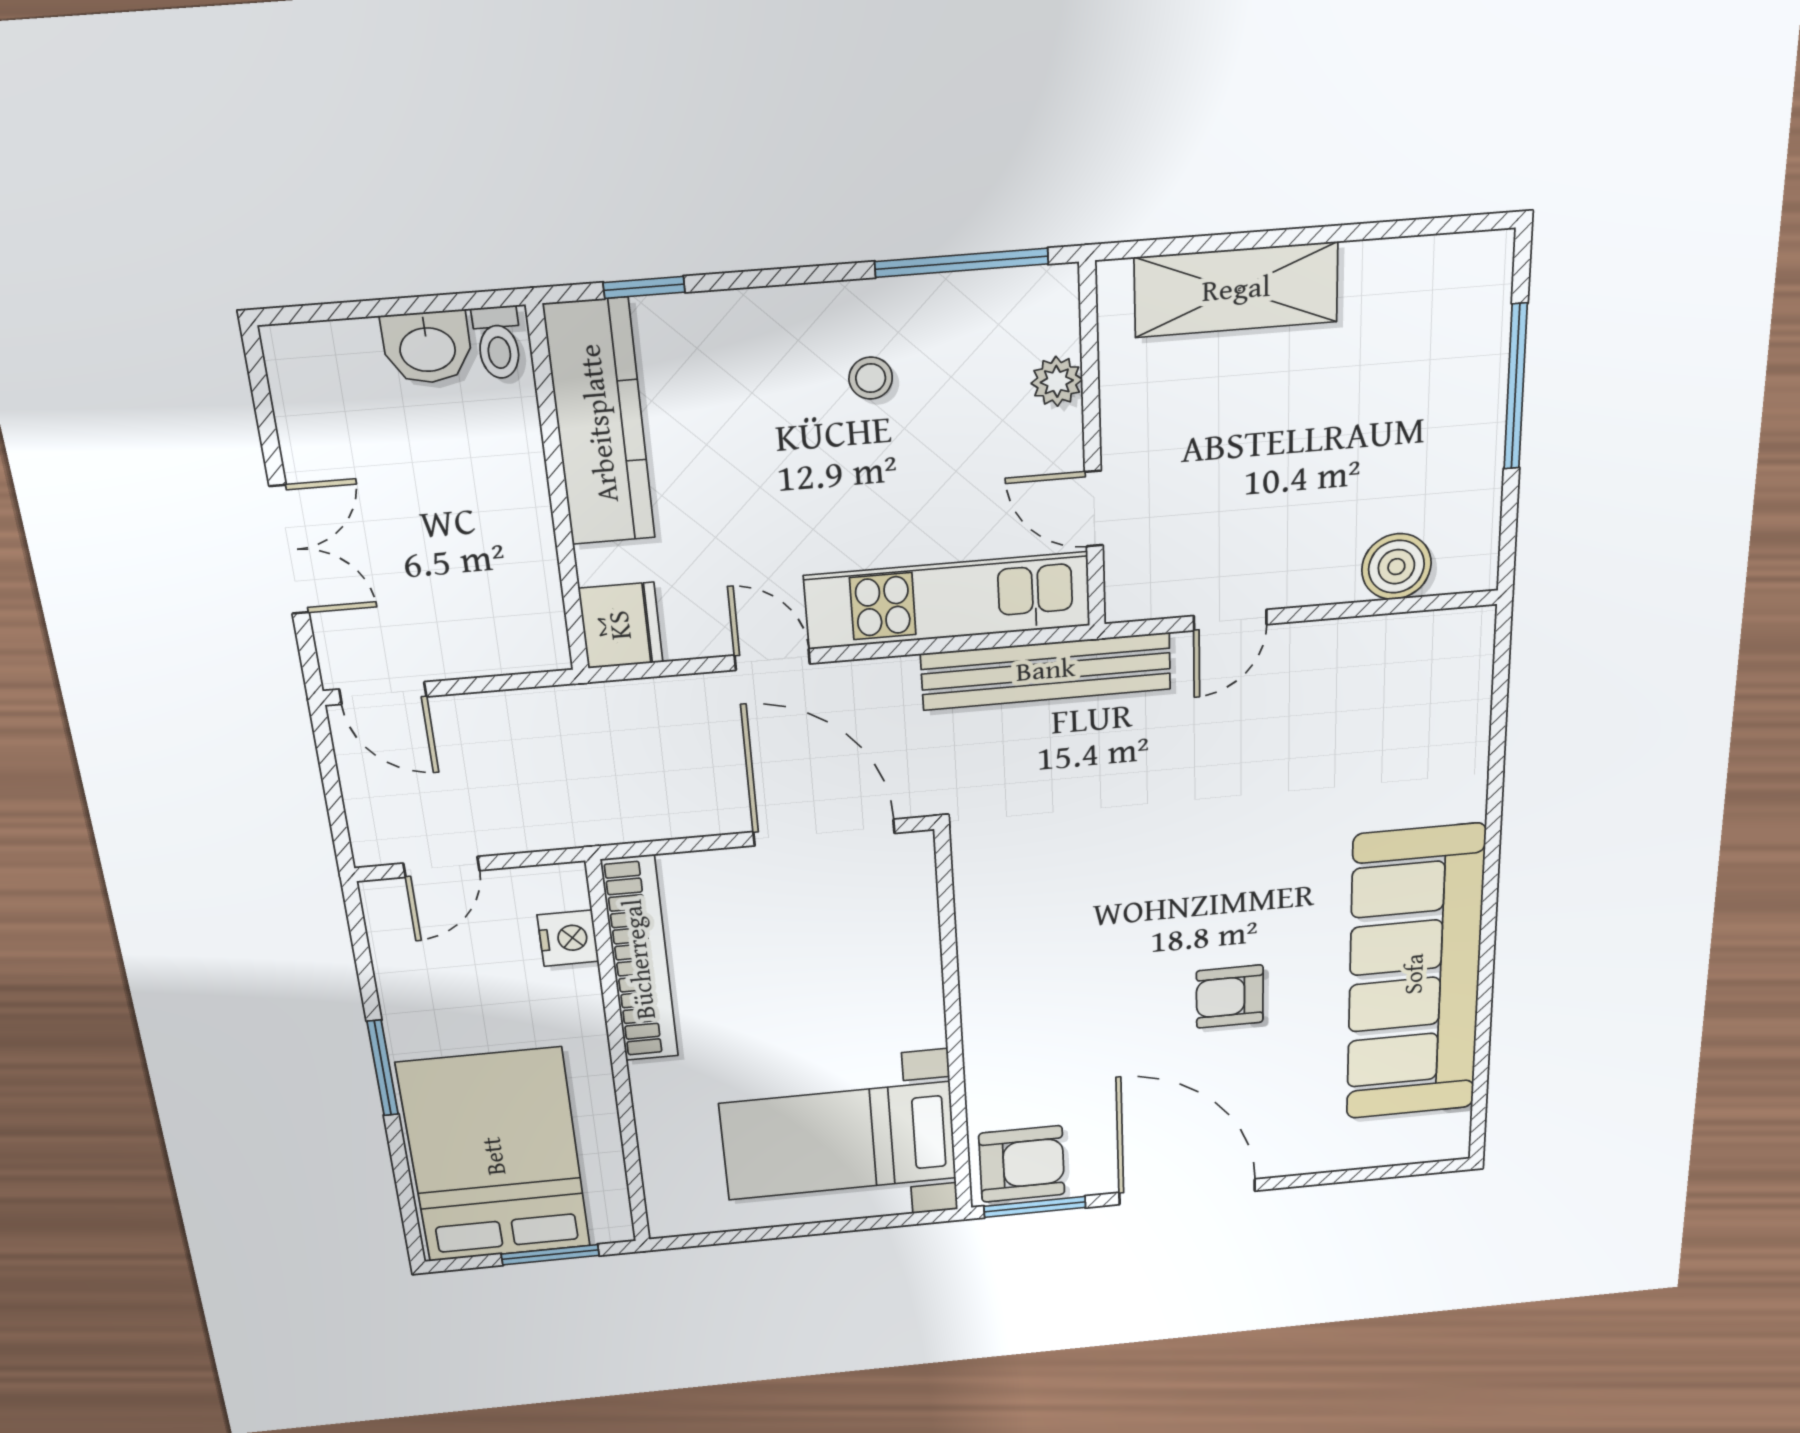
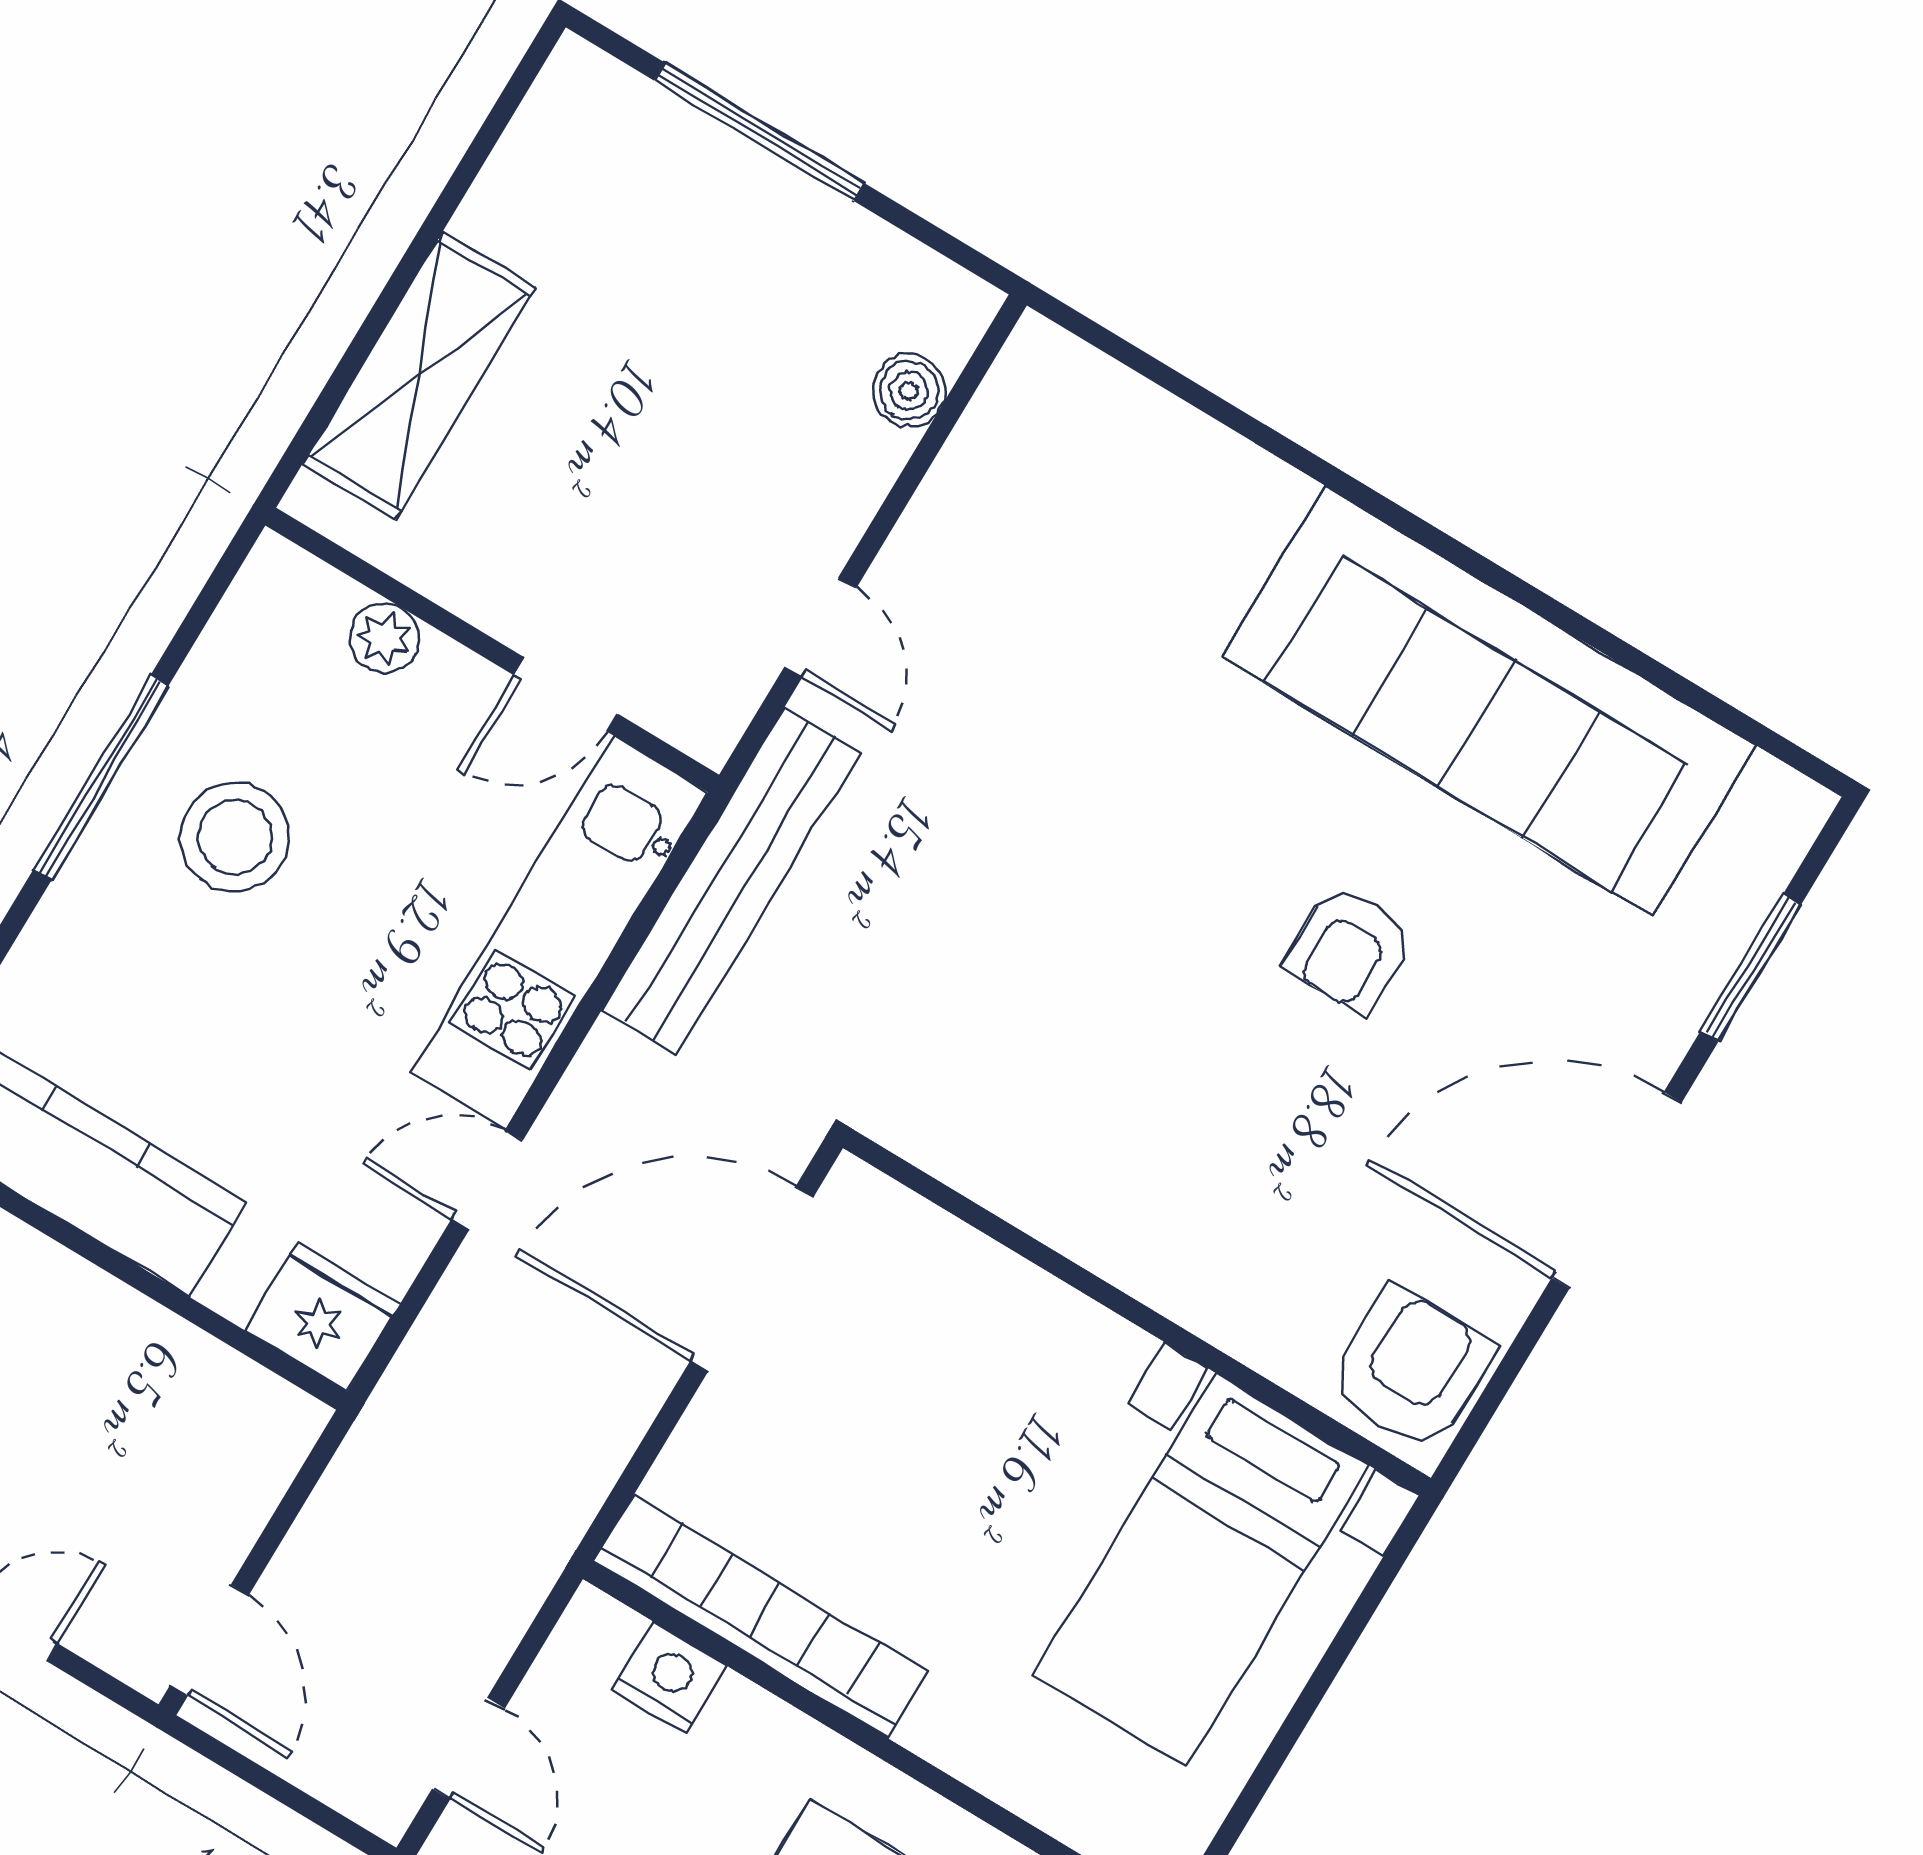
window: (962, 263) -> (101, 777), moved
stool: (871, 378) -> (235, 837), width x1.89, depth x1.89
boiler: (1396, 567) -> (909, 391), width x0.73, depth x0.73
door: (383, 693) -> (209, 1640), hinge flipped
window: (1035, 1207) -> (1751, 968), moved

